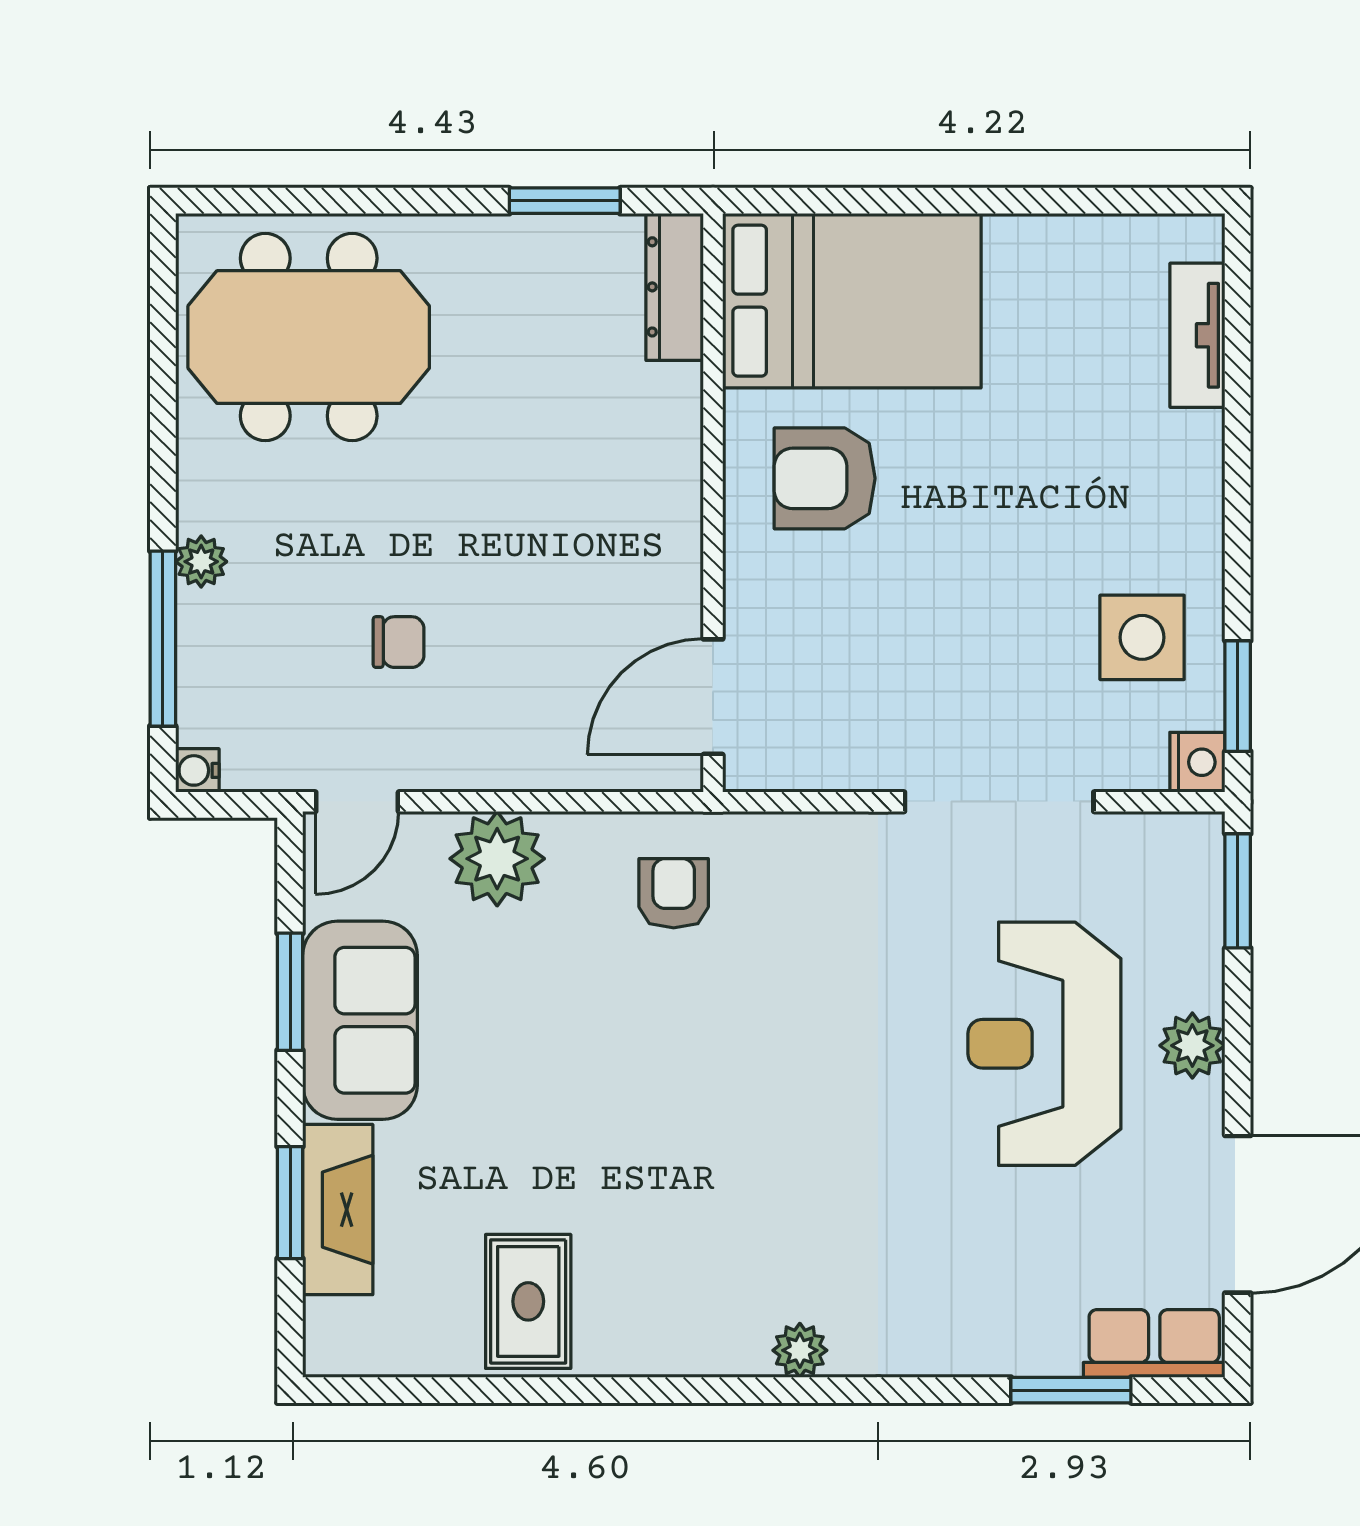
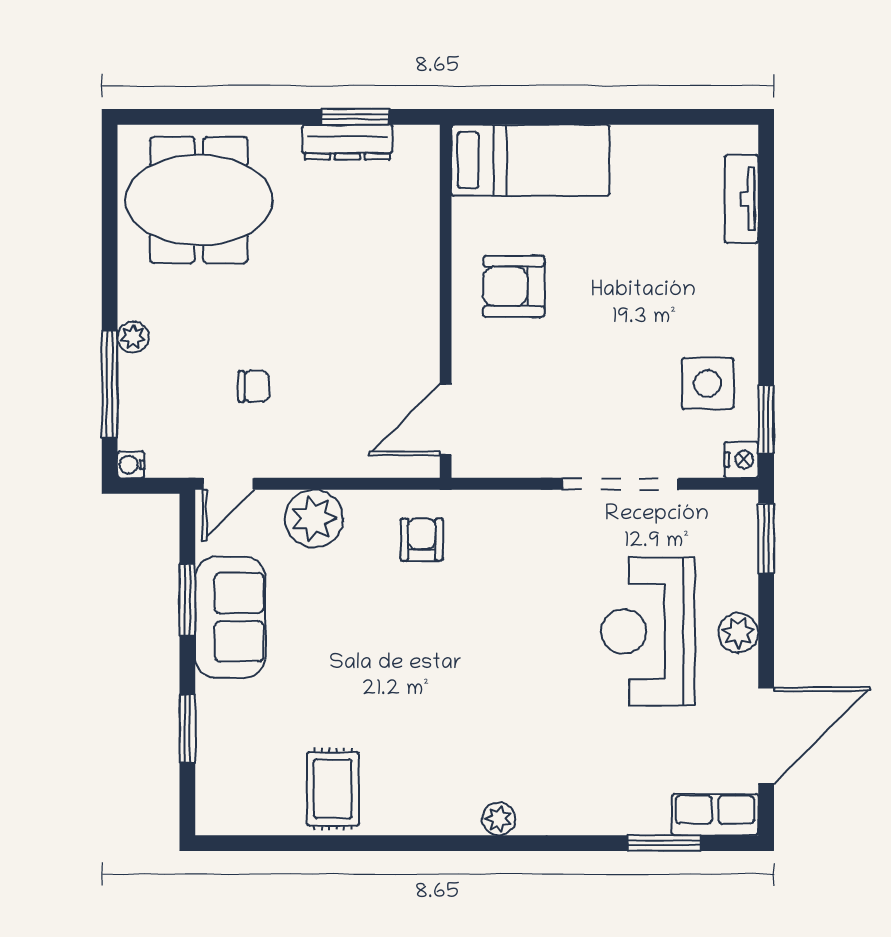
dresser: (675, 287) -> (347, 142), moved, turned -90
bed: (852, 301) -> (530, 160), width x0.67
fireplace: (338, 1210) -> (217, 733), removed

